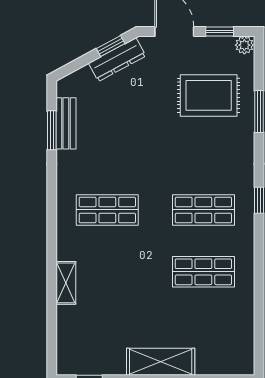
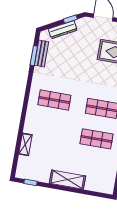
dresser: (117, 60) -> (63, 30), moved
shelving: (66, 283) -> (25, 144), moved

